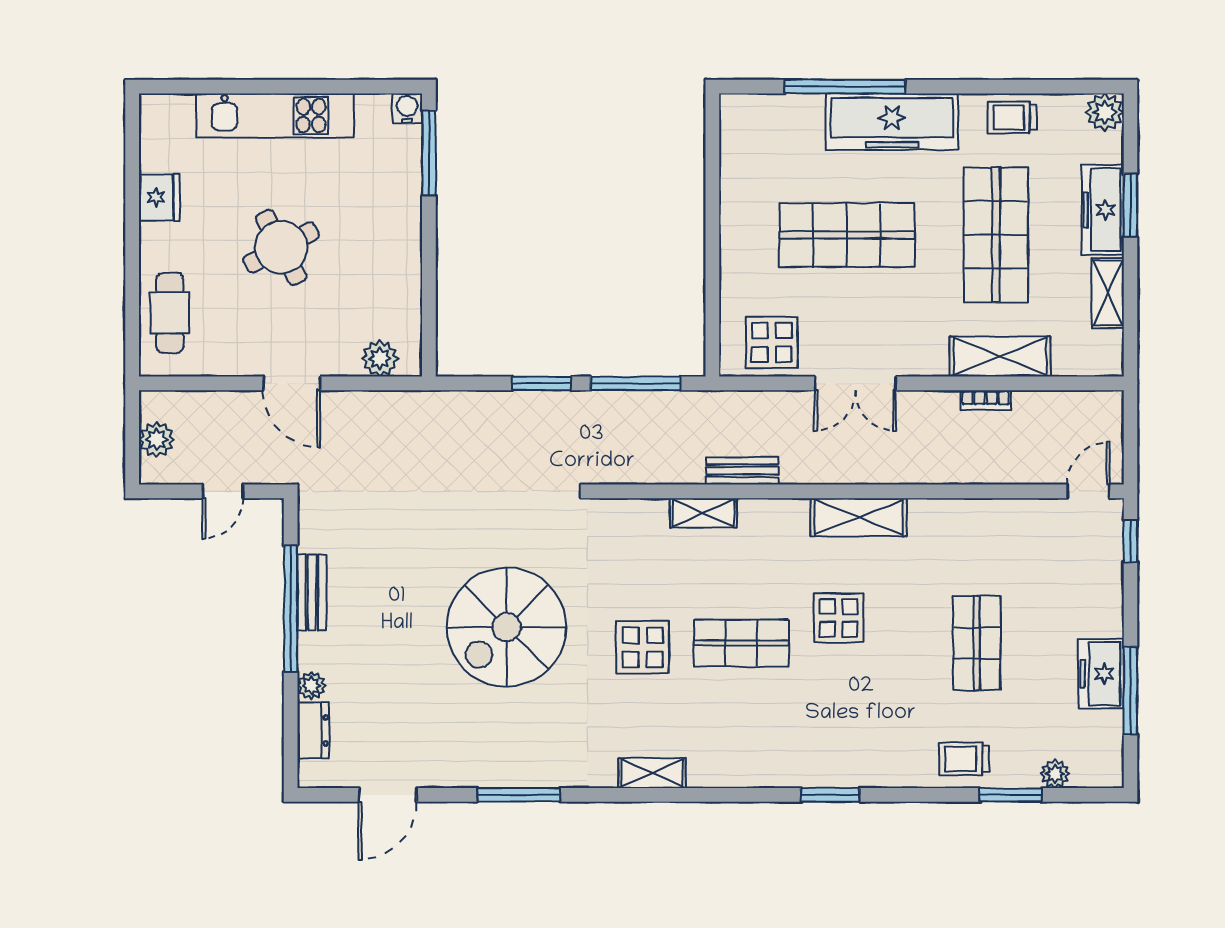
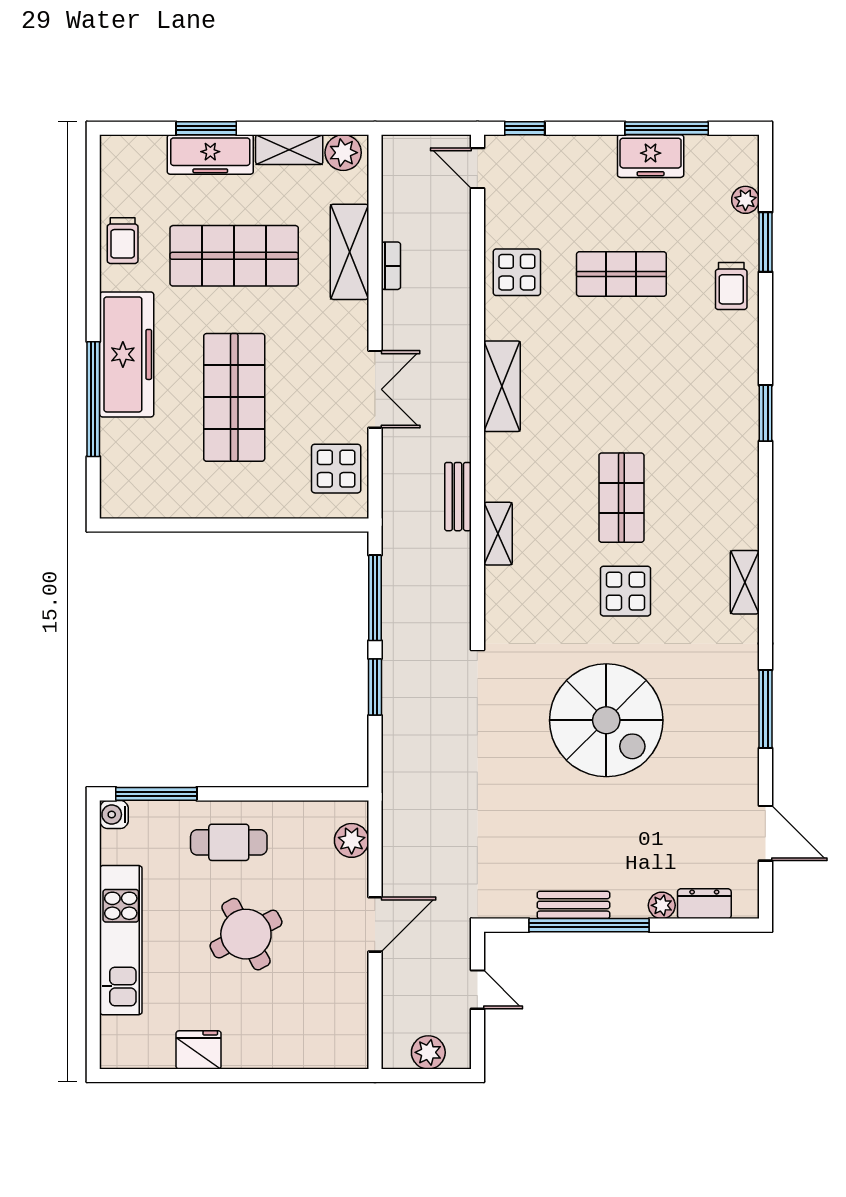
plant: (1105, 112) -> (343, 153), moved
cafe table: (170, 313) -> (229, 842), moved
display table: (839, 618) -> (517, 272), moved

